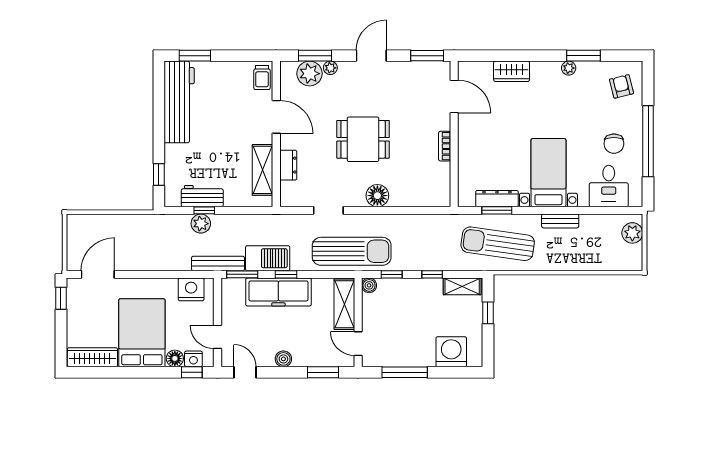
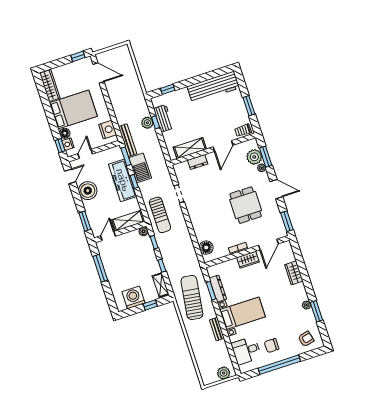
window: (195, 56) -> (249, 106), moved
wardrobe: (467, 136) -> (248, 260), added
dining table: (363, 139) -> (246, 205), moved
floor lamp: (377, 196) -> (206, 248), moved
sun lounger: (352, 251) -> (160, 215), width x0.73, depth x0.75
washing machine: (451, 352) -> (133, 297), moved, turned -90
boiler: (283, 359) -> (88, 191), width x1.86, depth x1.86

